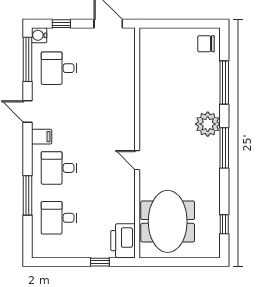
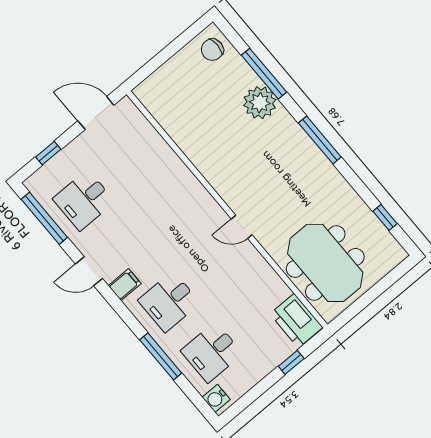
water cooler: (39, 35) -> (216, 398), moved
plant: (208, 124) -> (260, 103), moved

